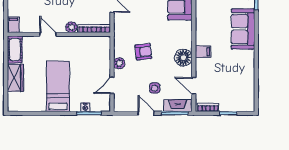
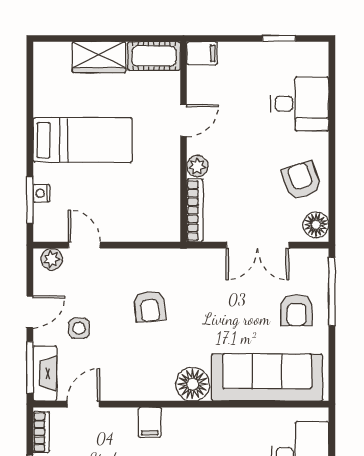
floor lamp: (183, 58) -> (193, 384), moved
plant: (119, 63) -> (52, 259), moved

